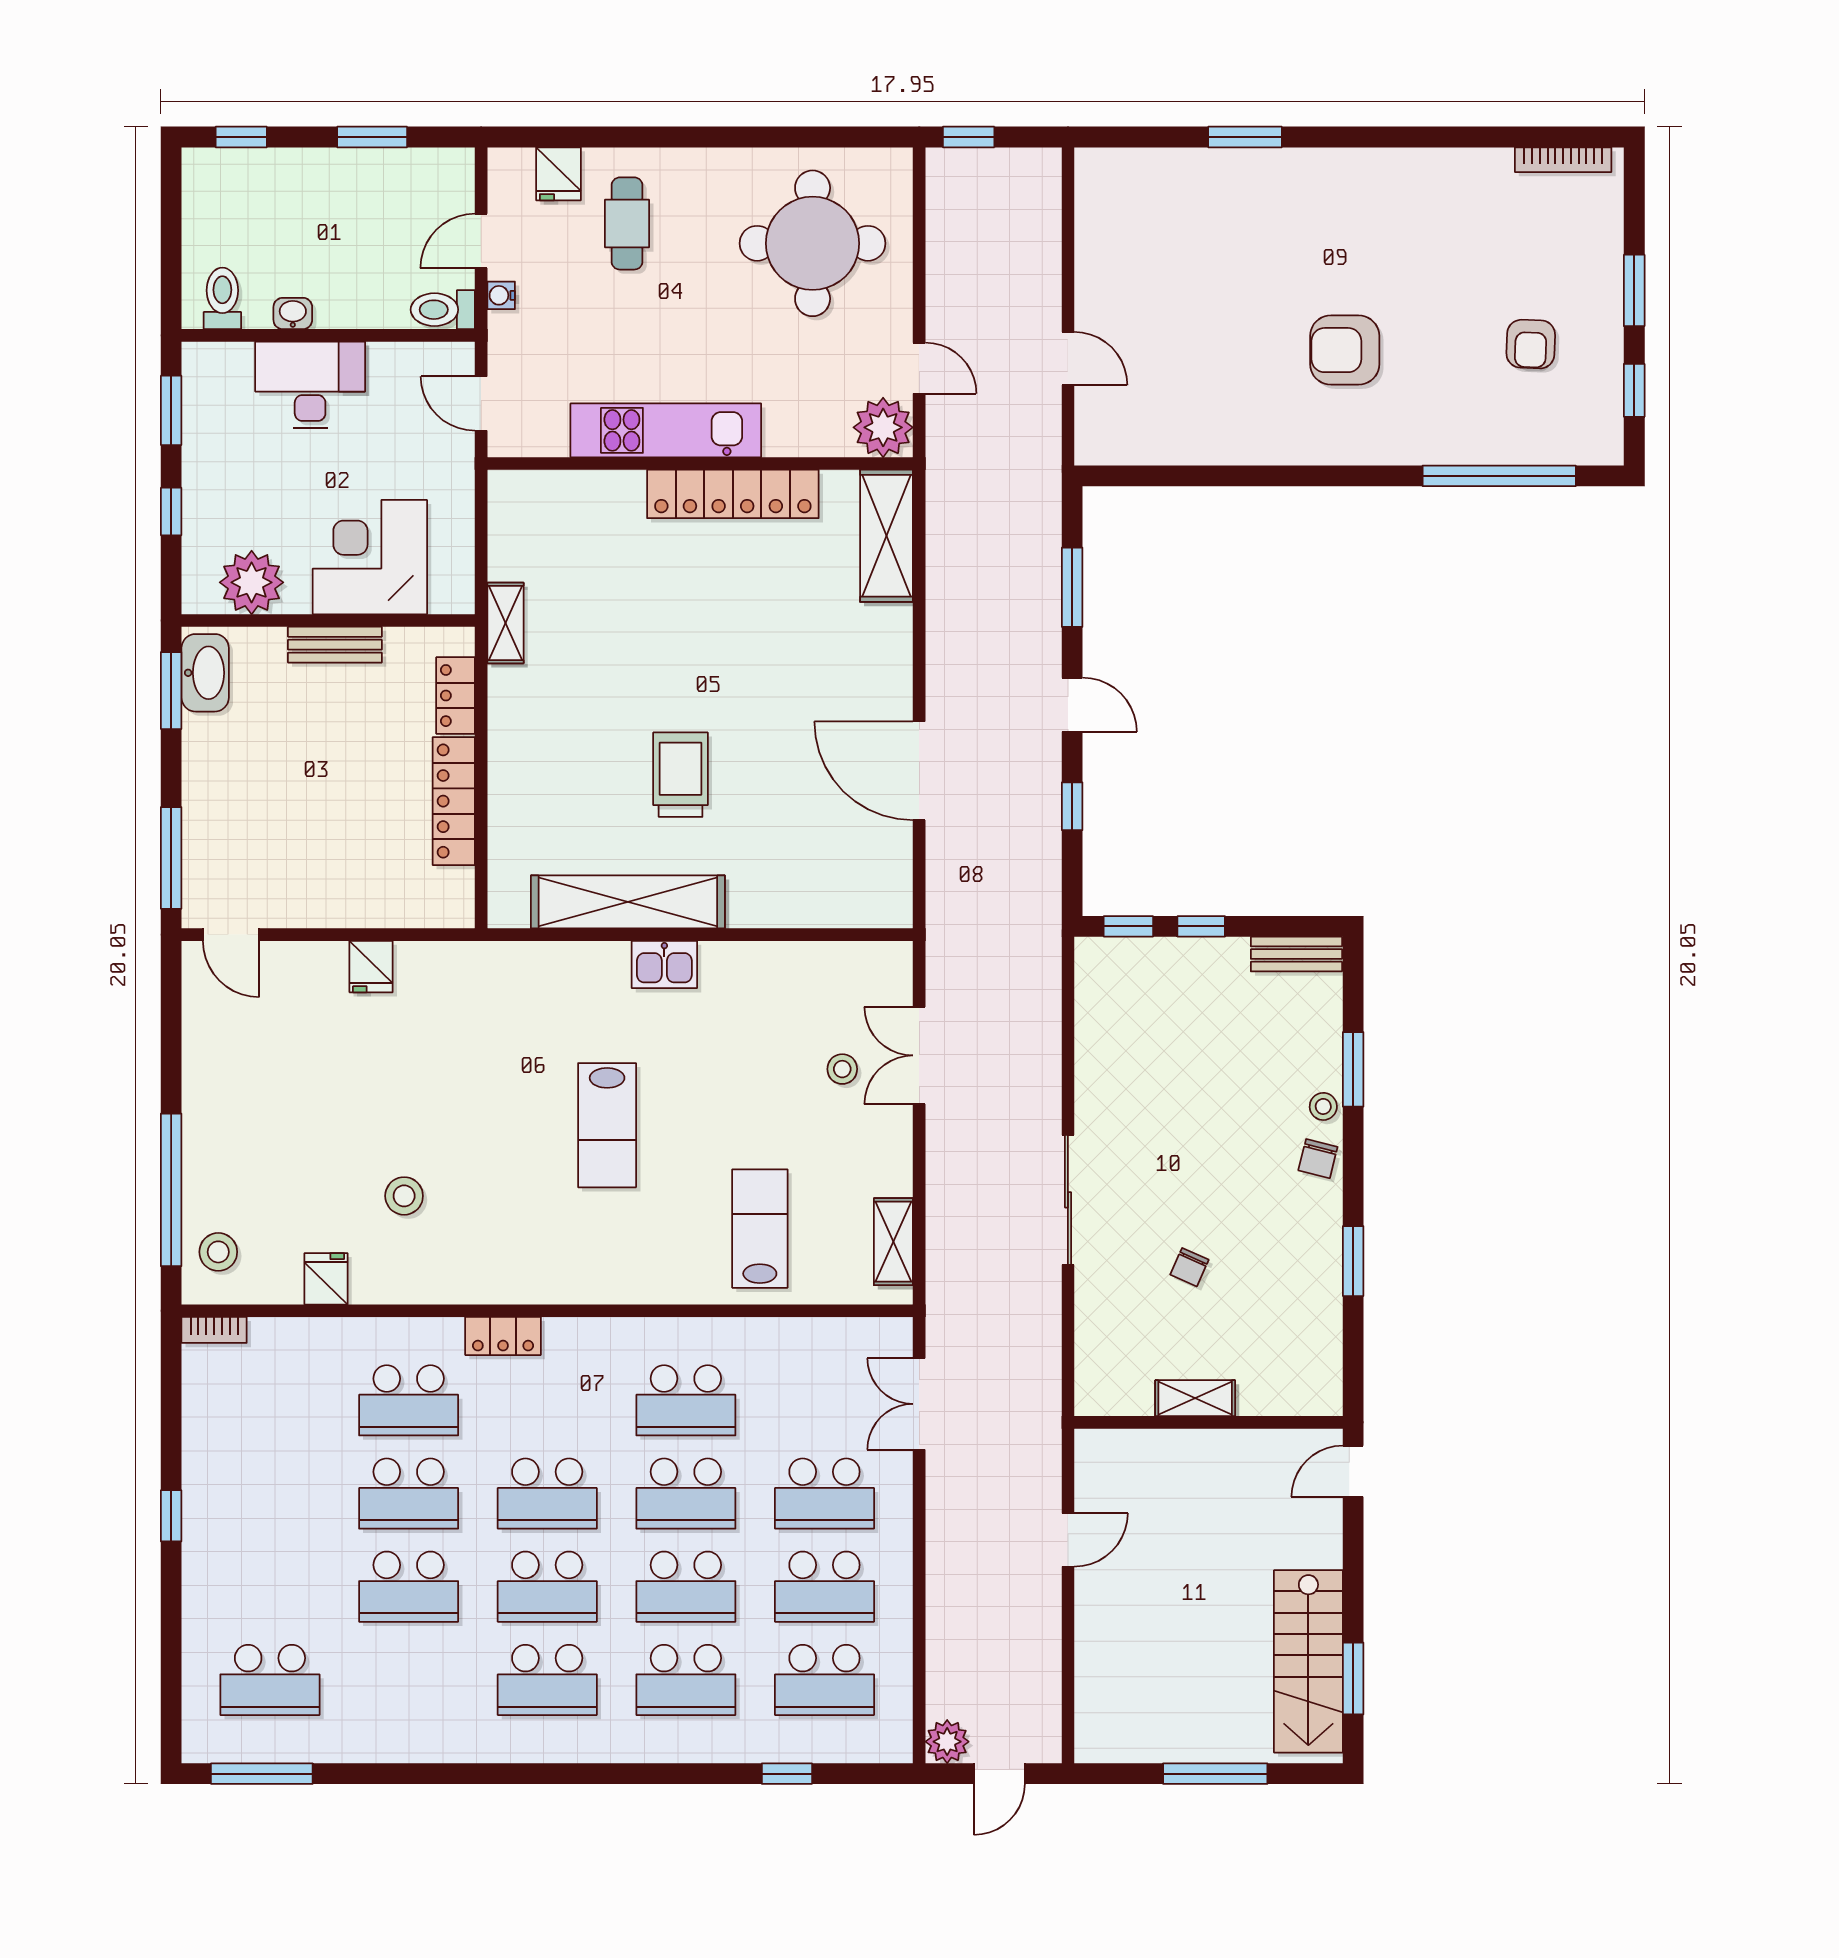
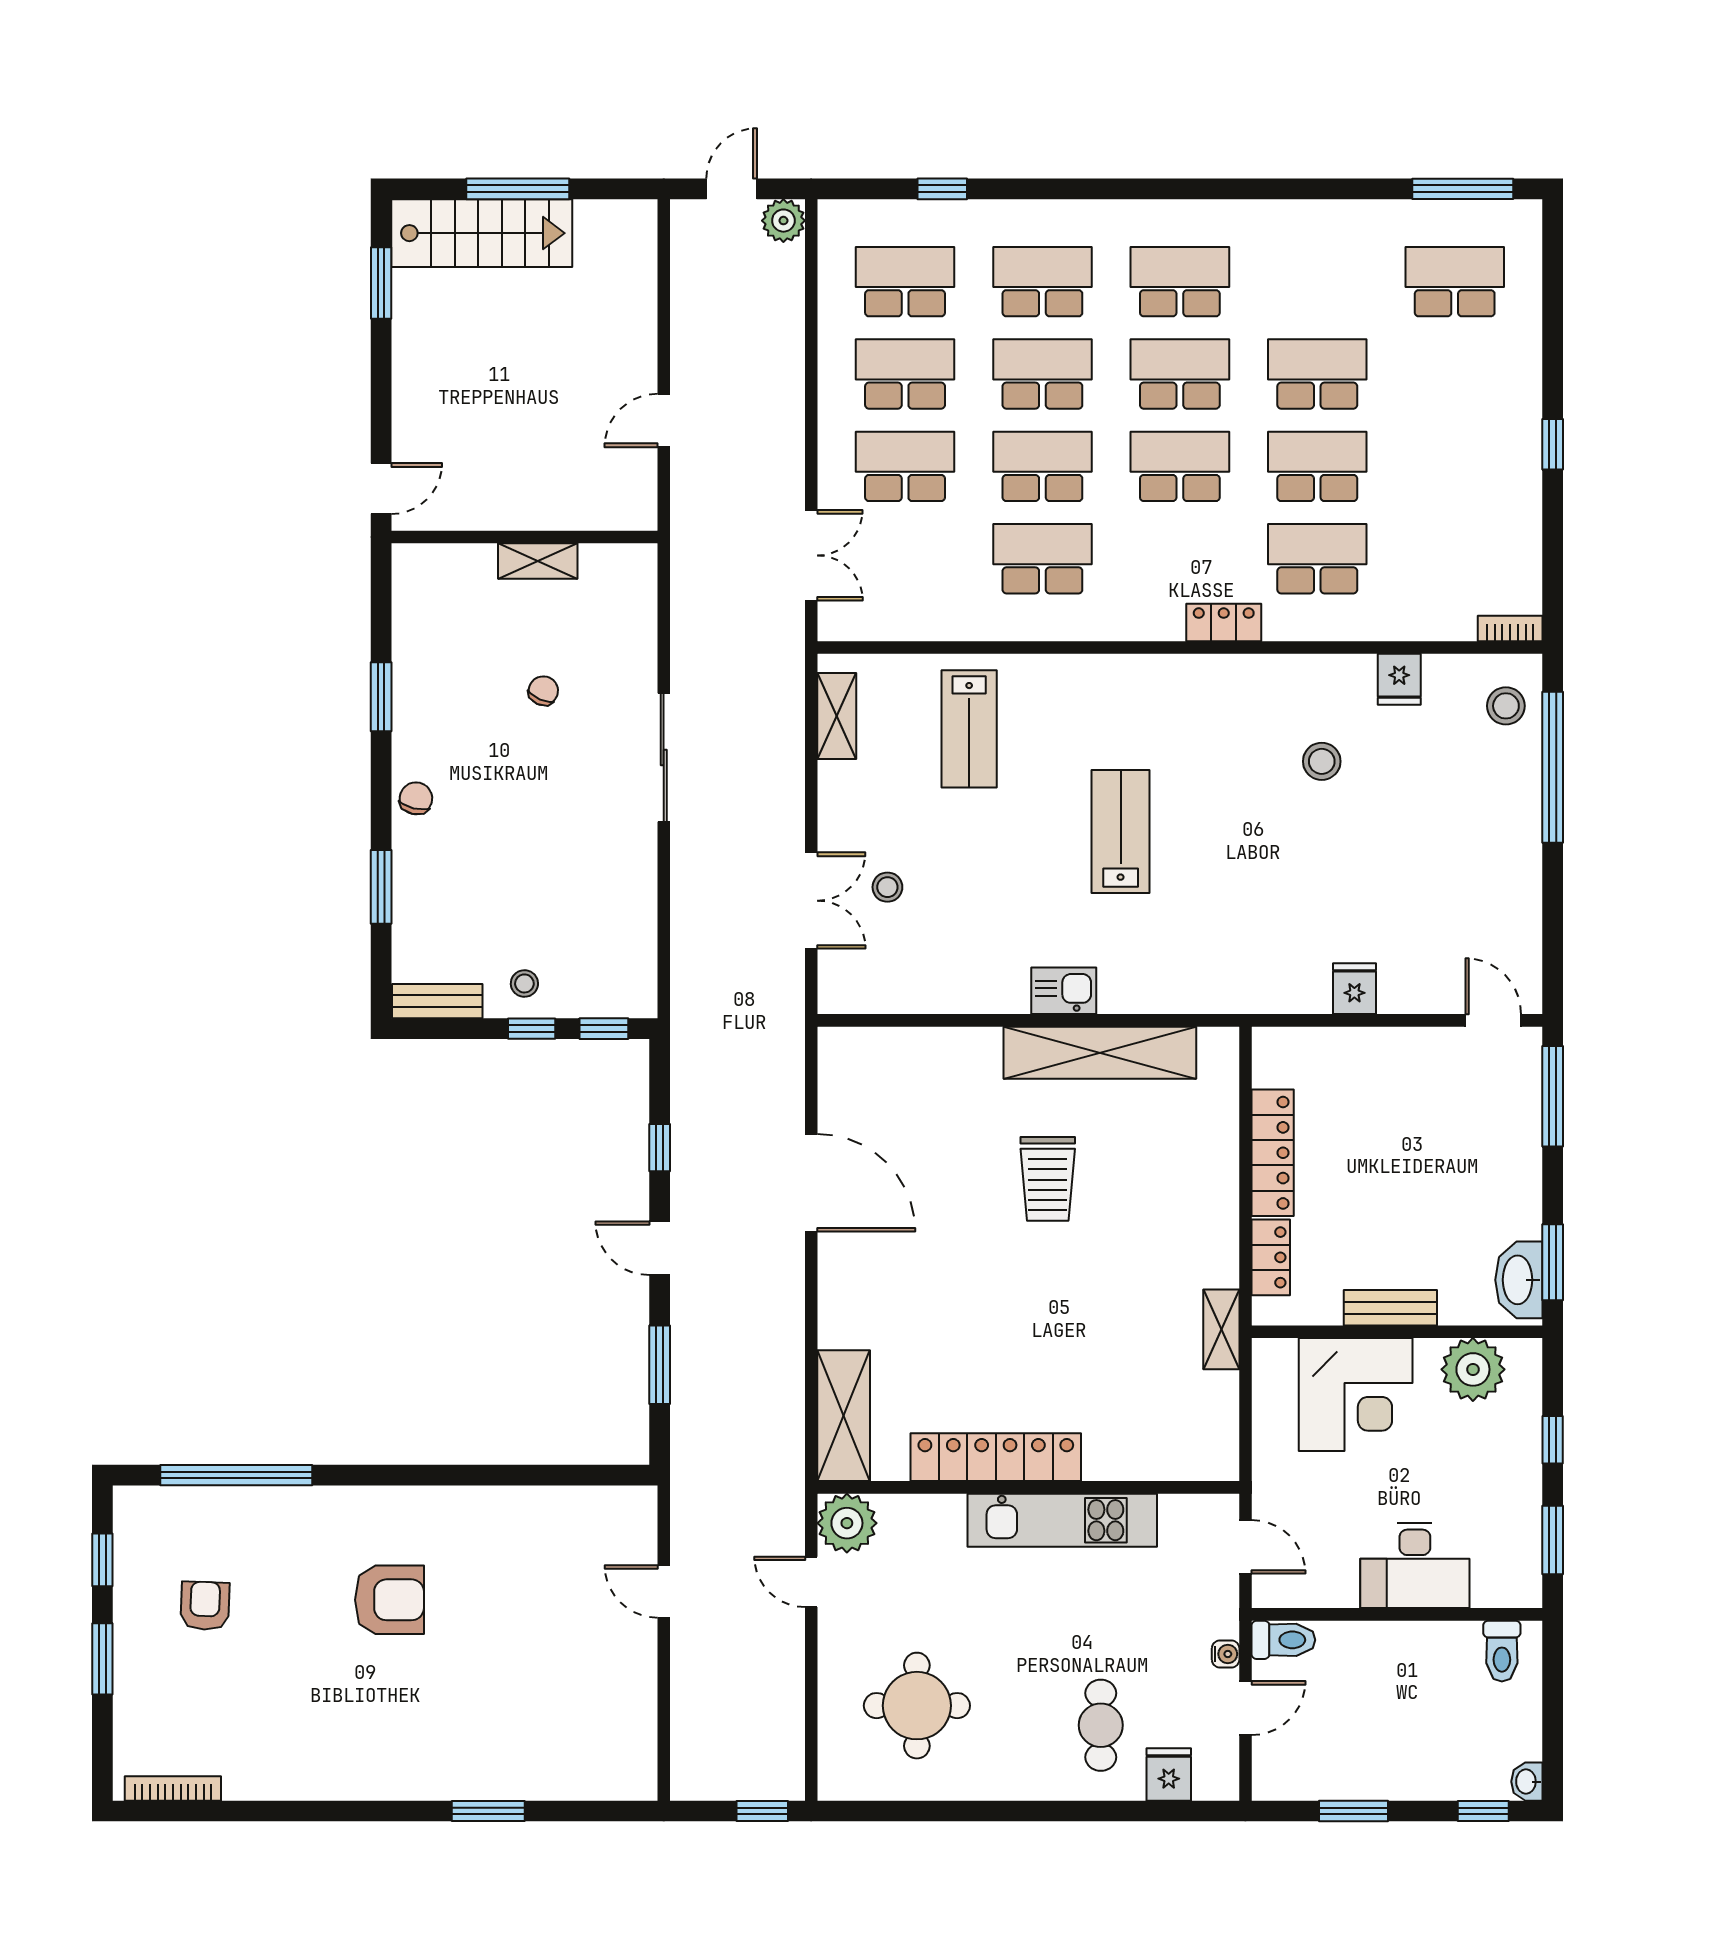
round table: (813, 243) -> (917, 1706), width x0.73, depth x0.73
washbasin: (293, 313) -> (1527, 1782), moved, turned 90
stool: (1323, 1106) -> (524, 983), moved
stairs: (1308, 1661) -> (482, 233), moved, turned 90

